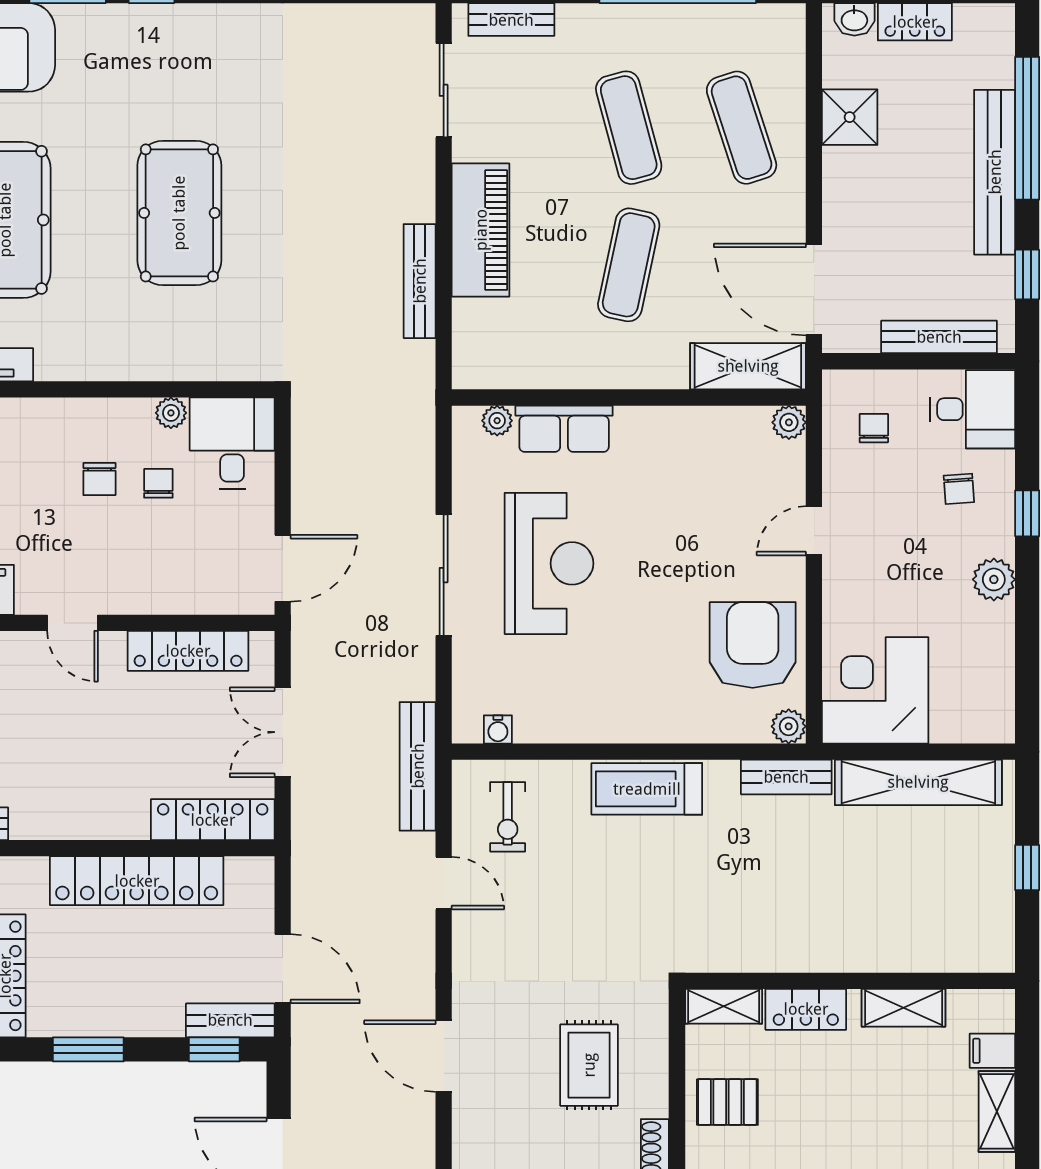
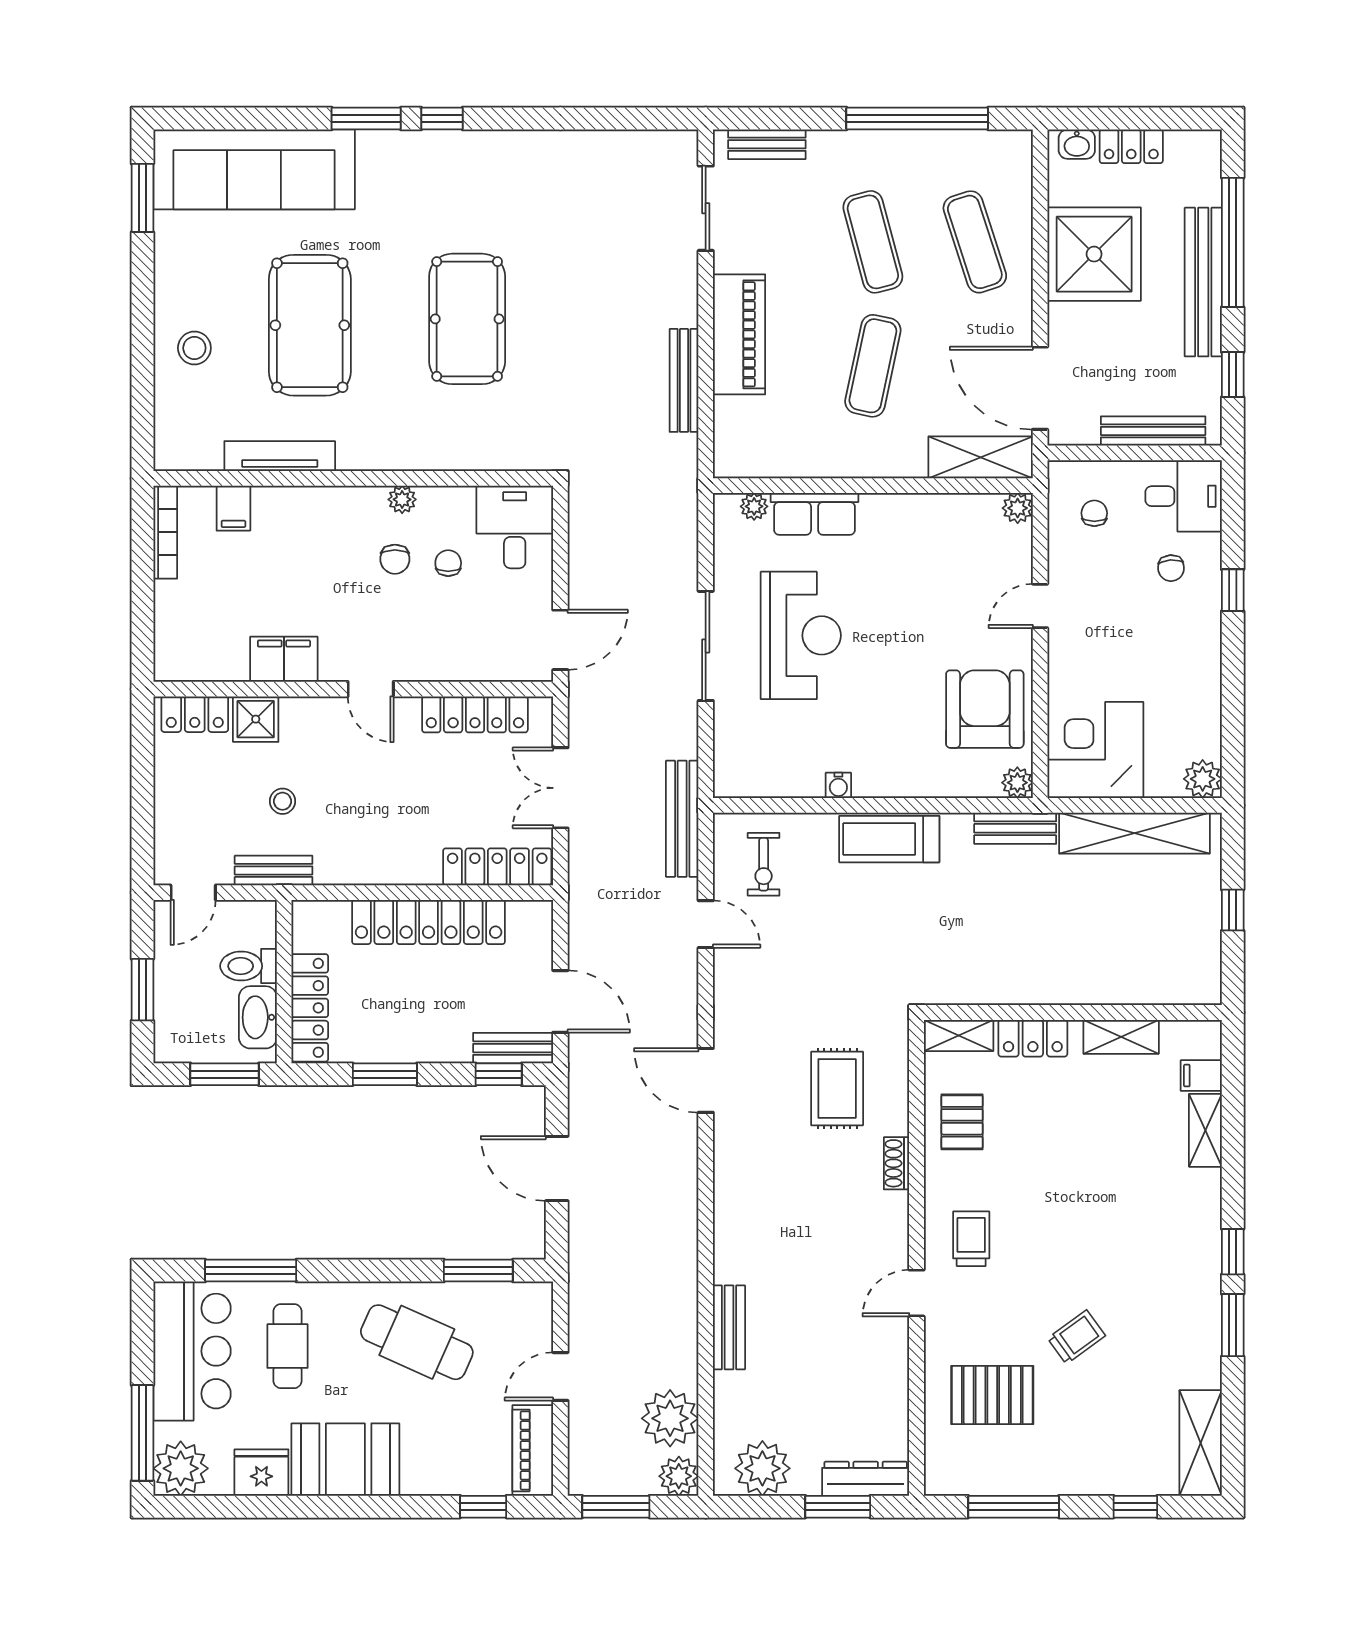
shower: (850, 117) -> (1094, 254), width x1.86, depth x1.86
plant: (171, 413) -> (402, 499), moved
plant: (994, 579) -> (1203, 779), moved
water cooler: (498, 729) -> (838, 785), moved
pallet: (727, 1102) -> (962, 1122), turned 90

